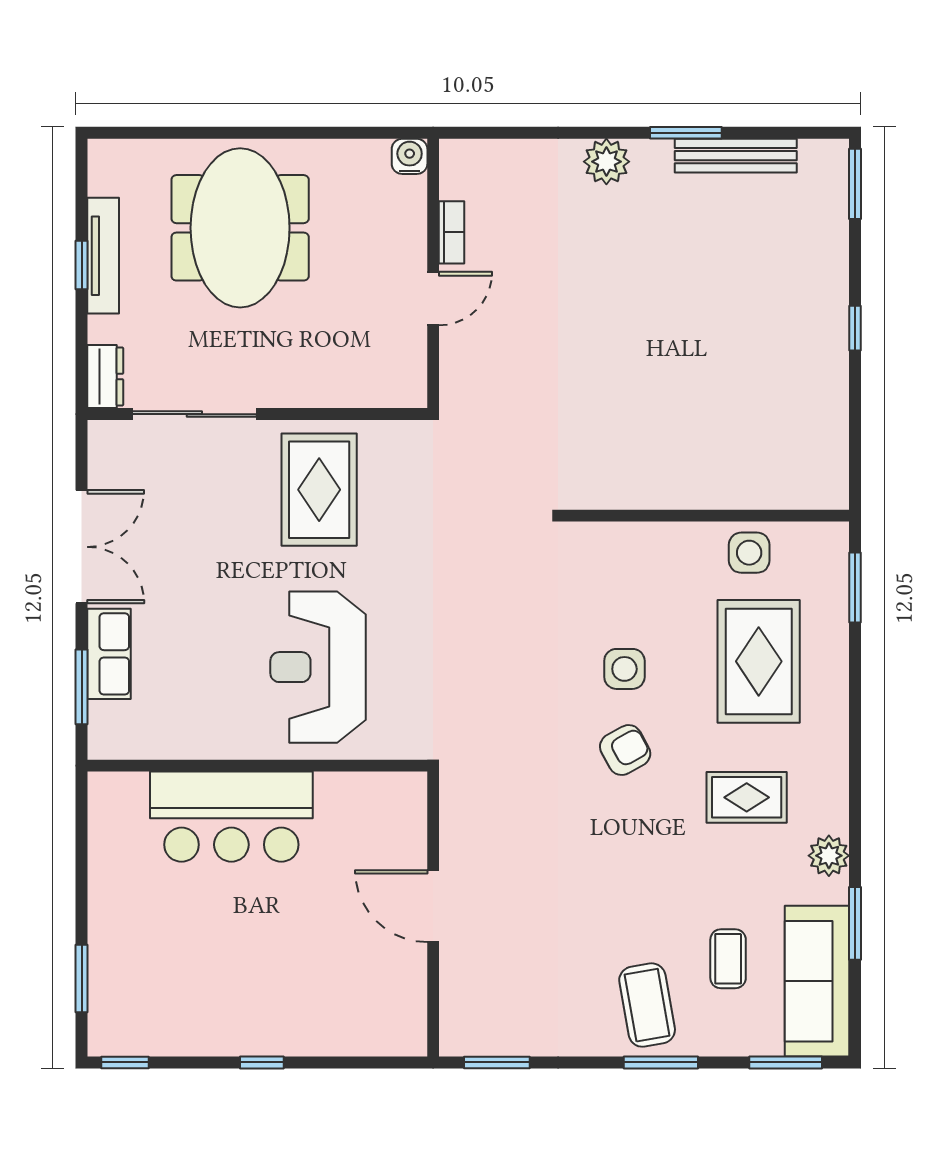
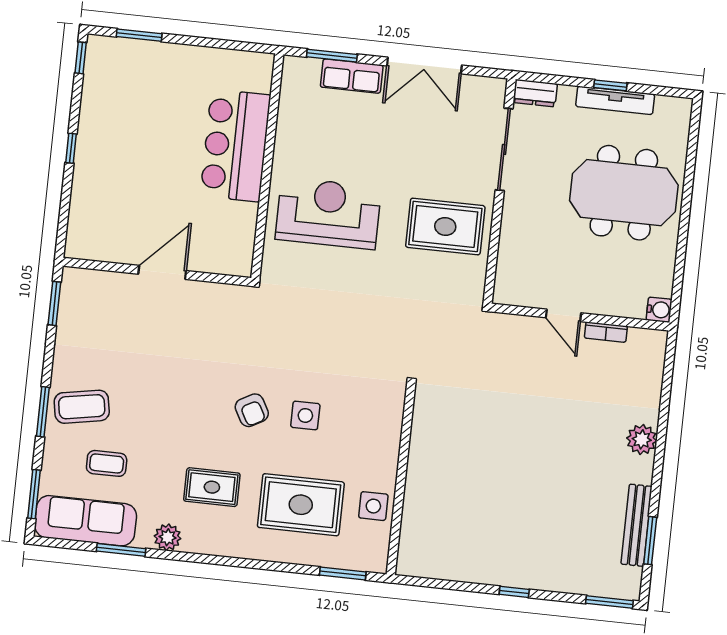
window: (686, 133) -> (650, 541), moved
rug: (747, 797) -> (212, 487), turned 90

